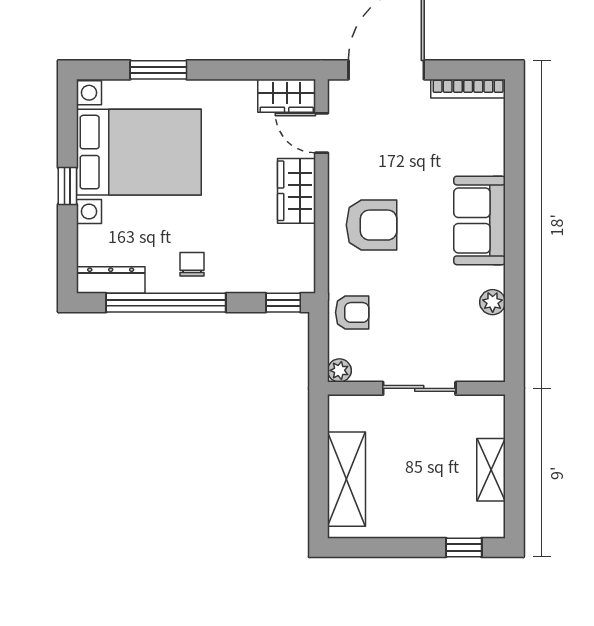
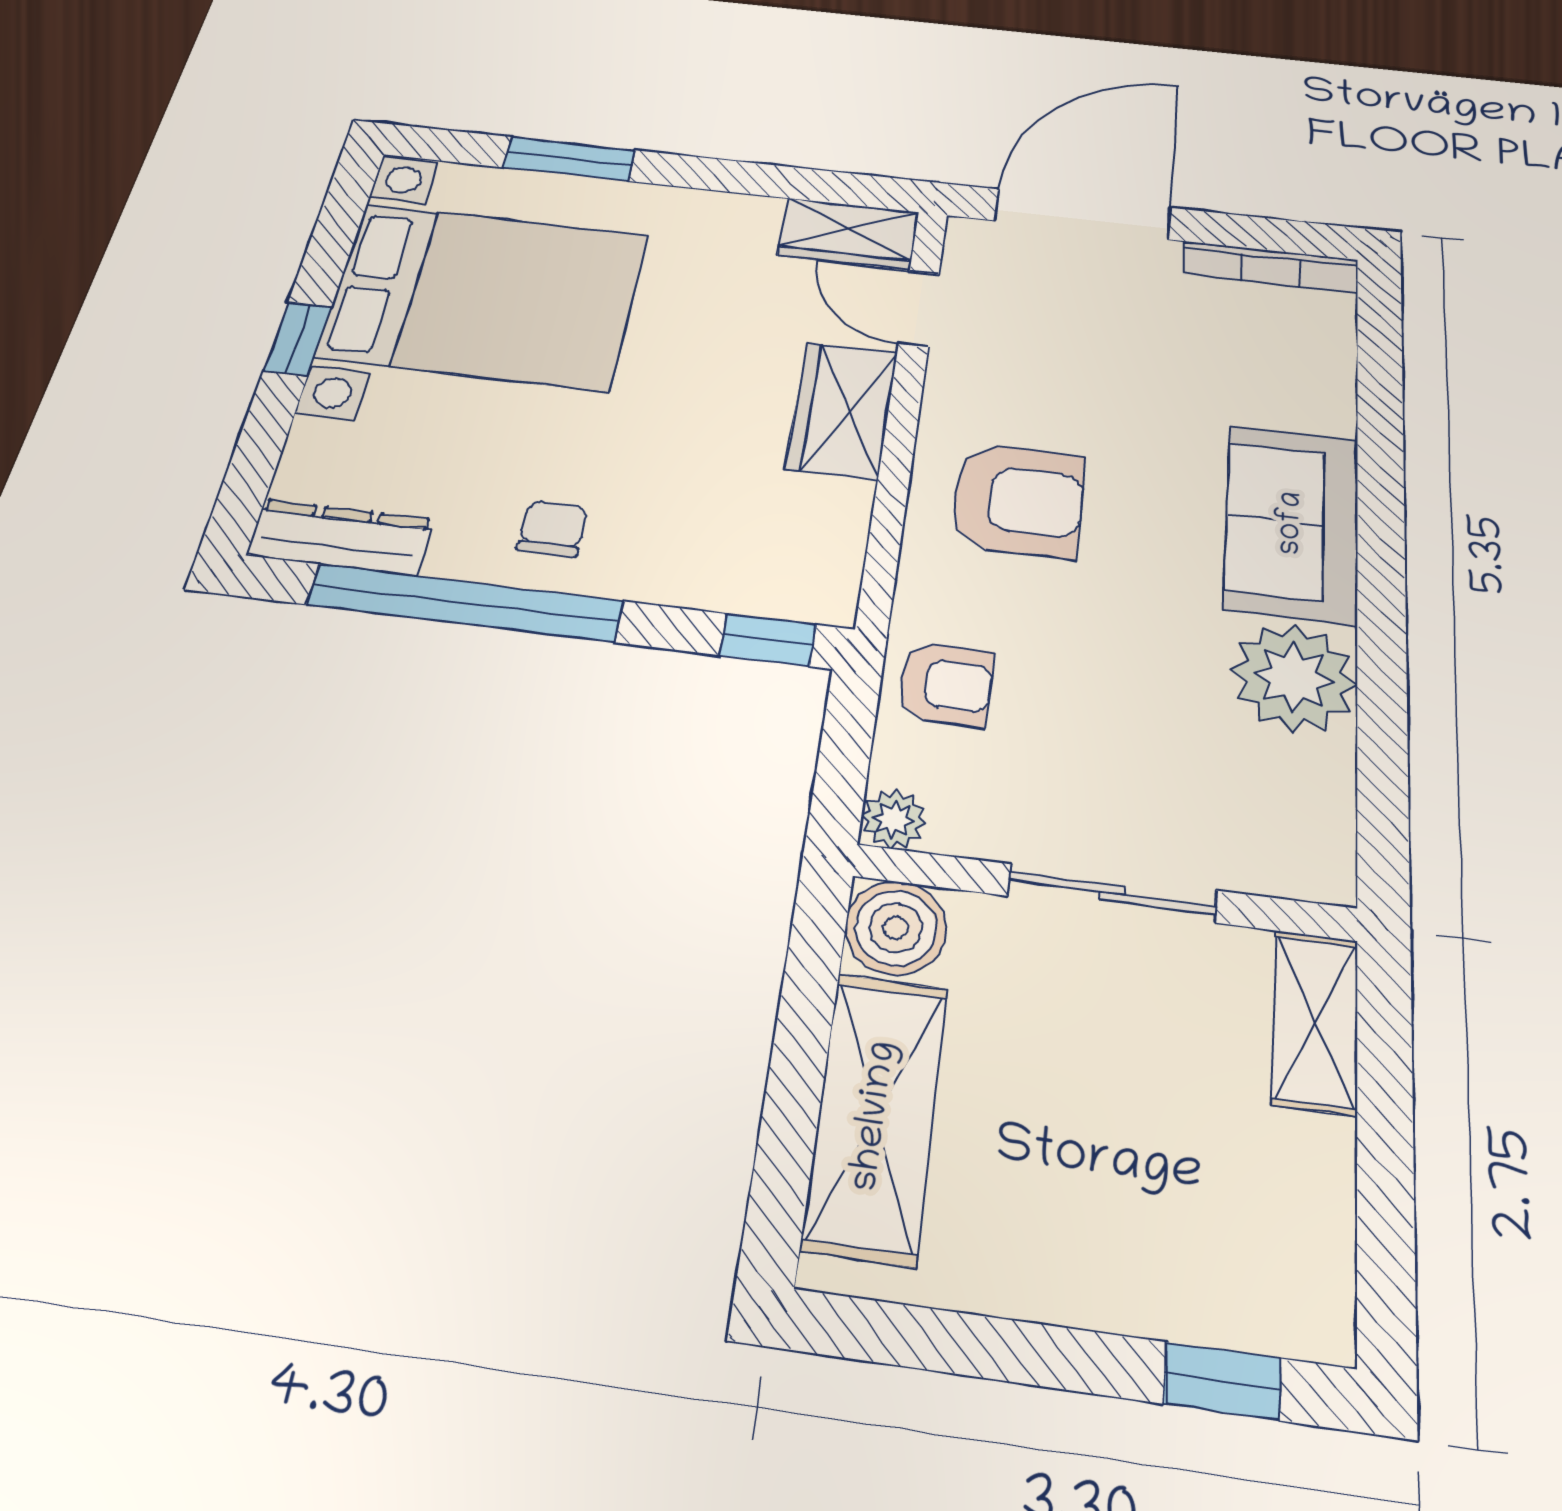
plant: (493, 302) -> (1294, 677), width x1.88, depth x1.88
boiler: (345, 412) -> (896, 928), added
shelving: (491, 470) -> (1315, 1021), moved

